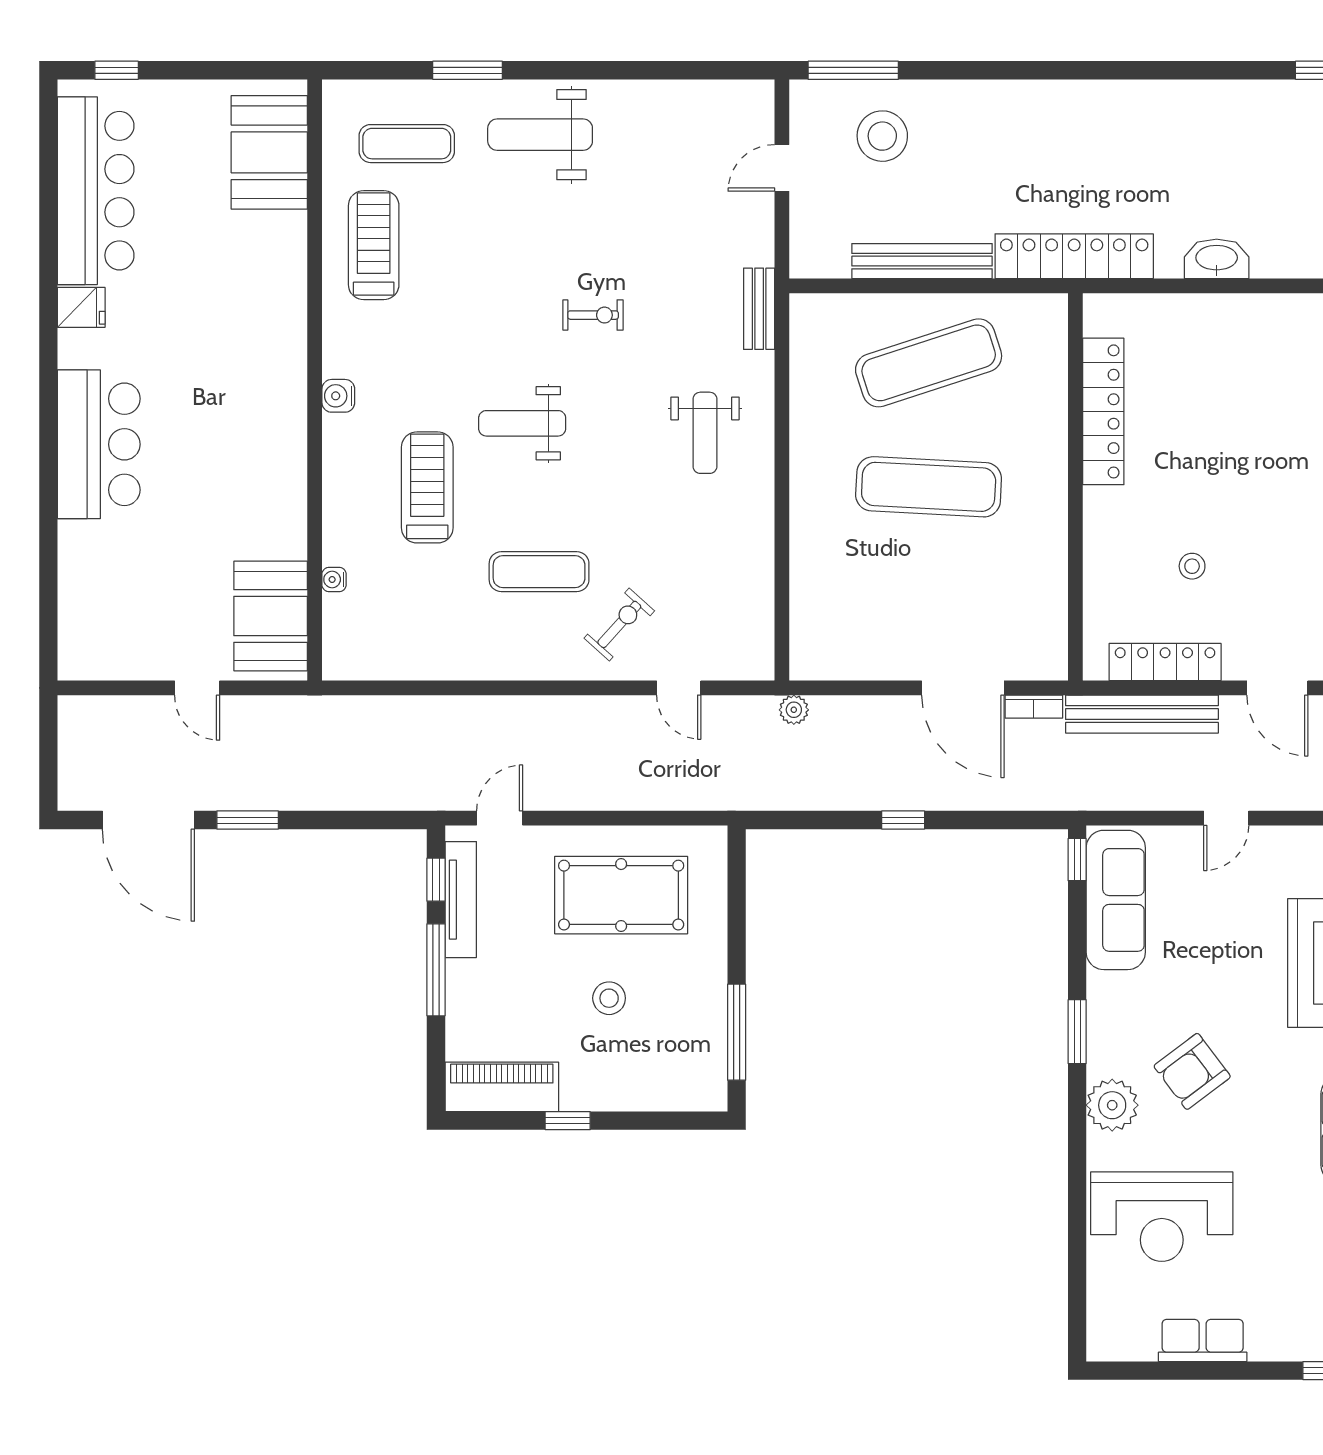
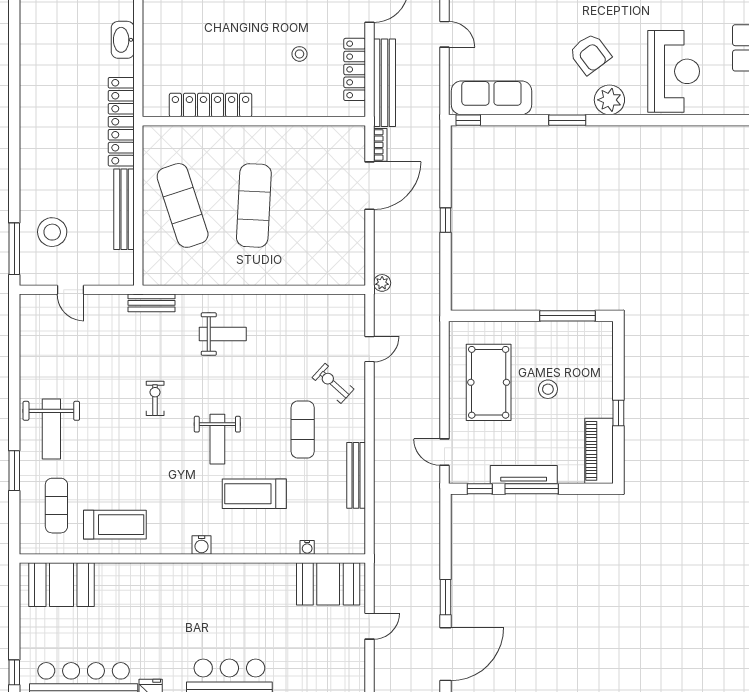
treadmill: (374, 245) -> (115, 525), turned 180
bench: (459, 664) -> (356, 475), added
tv unit: (461, 900) -> (524, 475), moved

